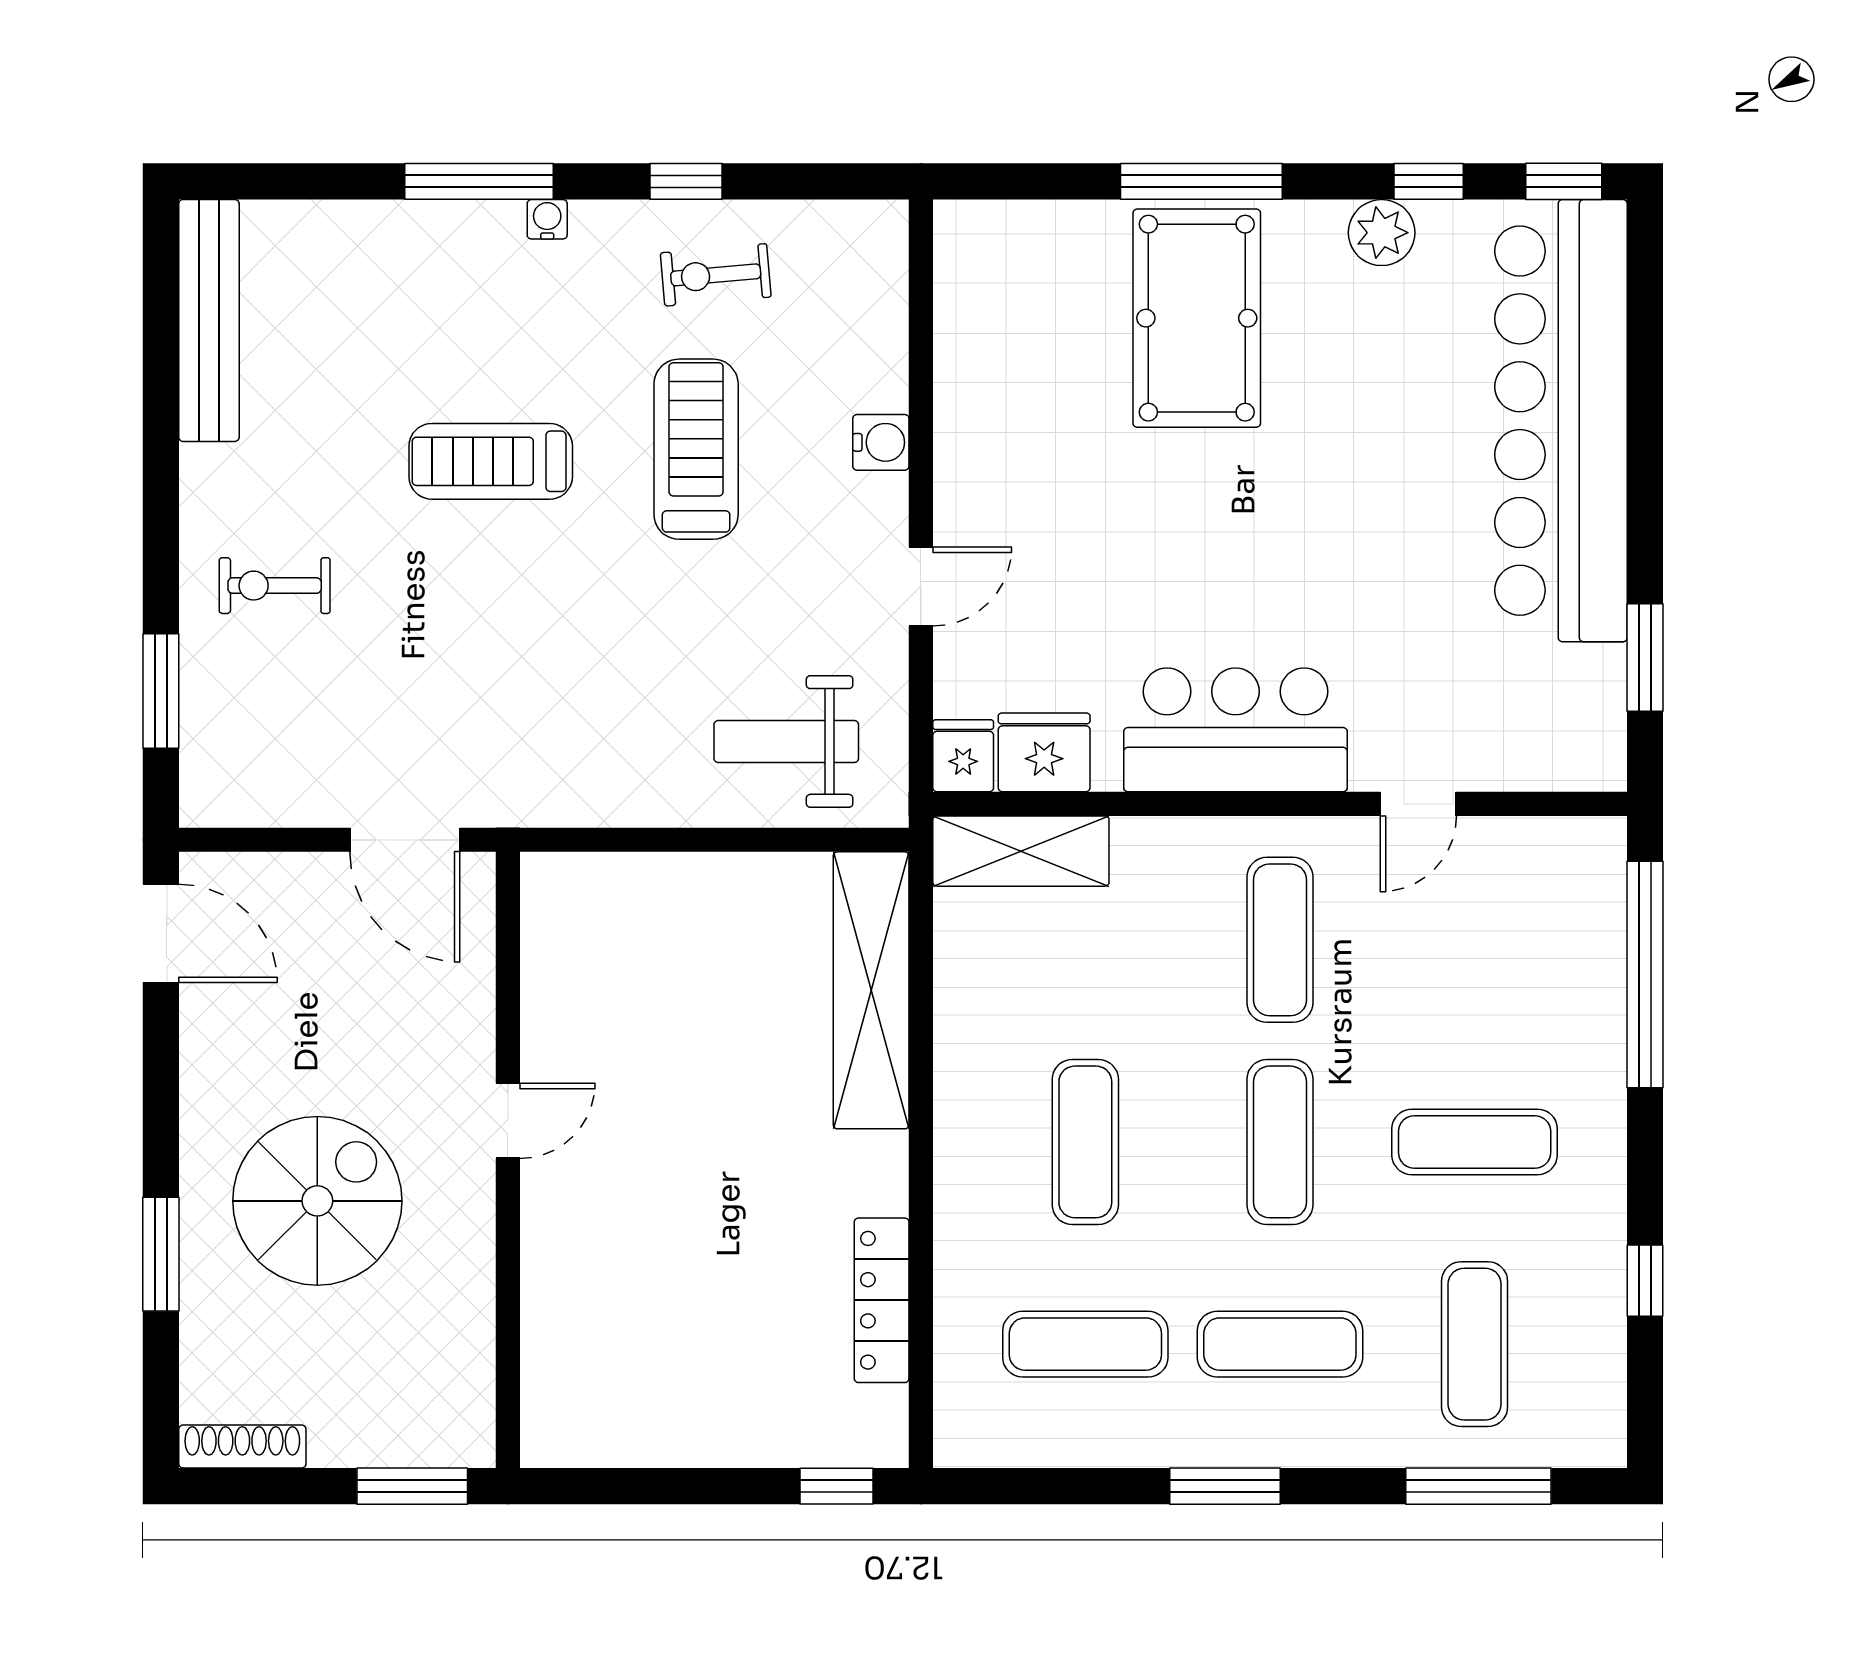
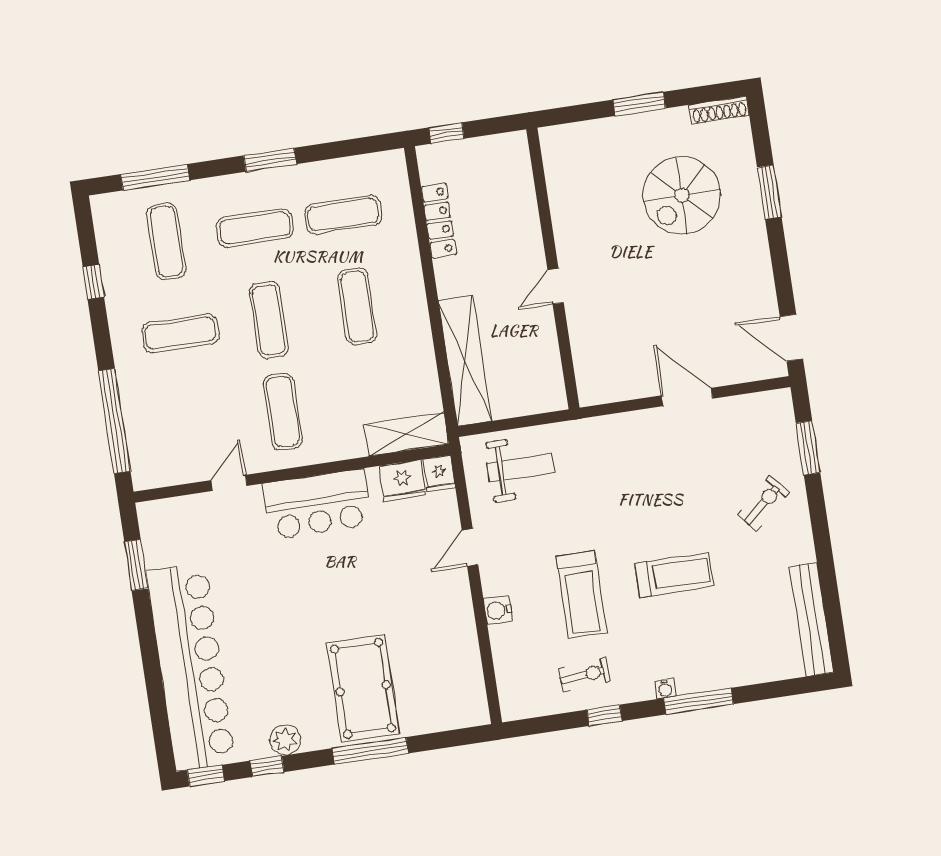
exercise bike: (275, 586) -> (764, 504), turned -42
door: (508, 1121) -> (556, 286), moved
wall: (508, 1160) -> (553, 269), moved
spiral stairs: (317, 1201) -> (682, 195), moved

